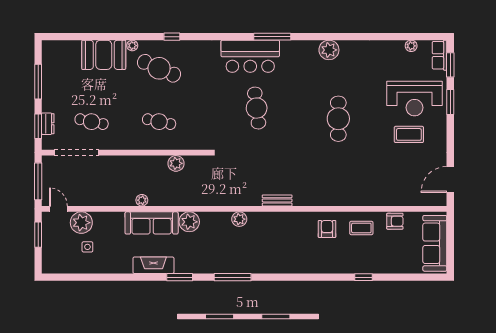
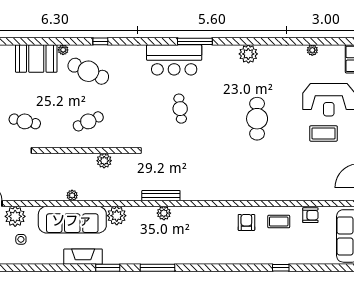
plant: (411, 46) -> (312, 50), moved
cafe table: (257, 108) -> (180, 109), width x0.73, depth x0.74
cafe table: (159, 122) -> (88, 121), turned -36
bench: (277, 200) -> (161, 196), moved, width x1.36
sofa: (152, 223) -> (72, 220), width x1.36, depth x1.27

